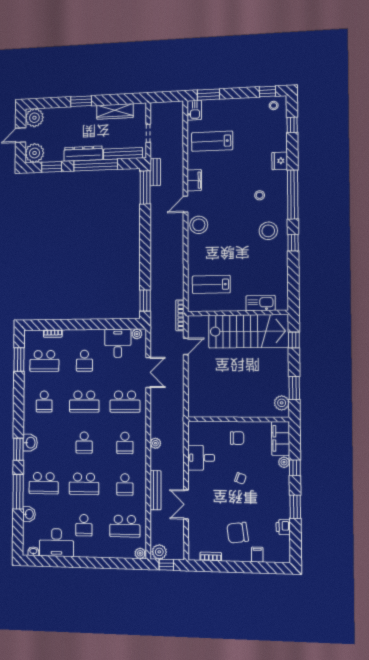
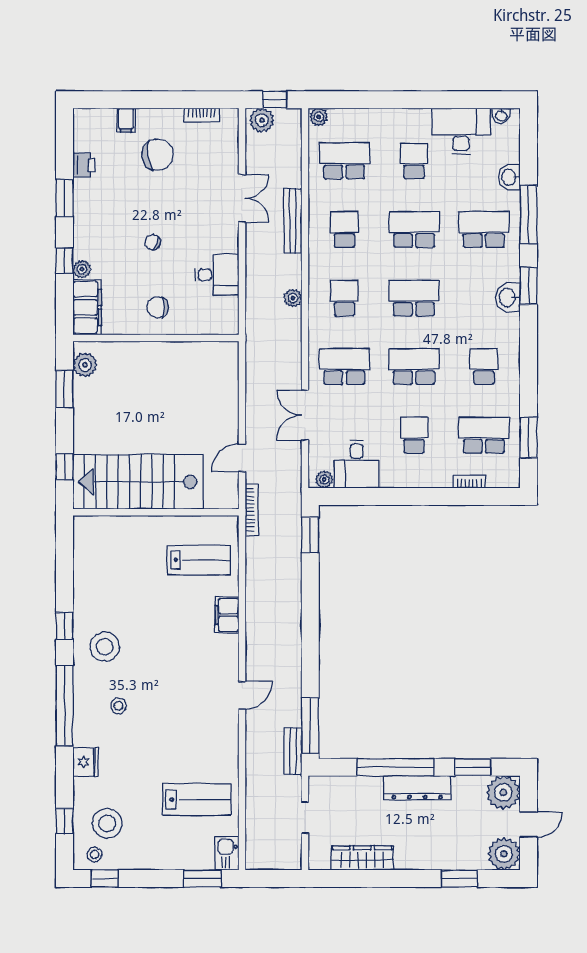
window: (81, 101) -> (459, 878), moved
bench: (123, 154) -> (348, 785), removed
filing cabinet: (194, 180) -> (227, 615), moved
stool: (199, 225) -> (107, 823), moved
kitchen sink: (261, 303) -> (118, 528), removed
school desk: (84, 443) -> (414, 298), width x1.85
plant: (159, 552) -> (262, 120), moved

